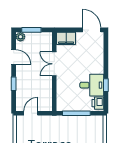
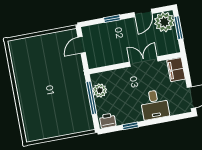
plant: (20, 37) -> (164, 22), width x1.87, depth x1.87
desk: (92, 85) -> (154, 105), moved
plant: (72, 105) -> (100, 90), added
door: (31, 113) -> (82, 45), swing flipped

